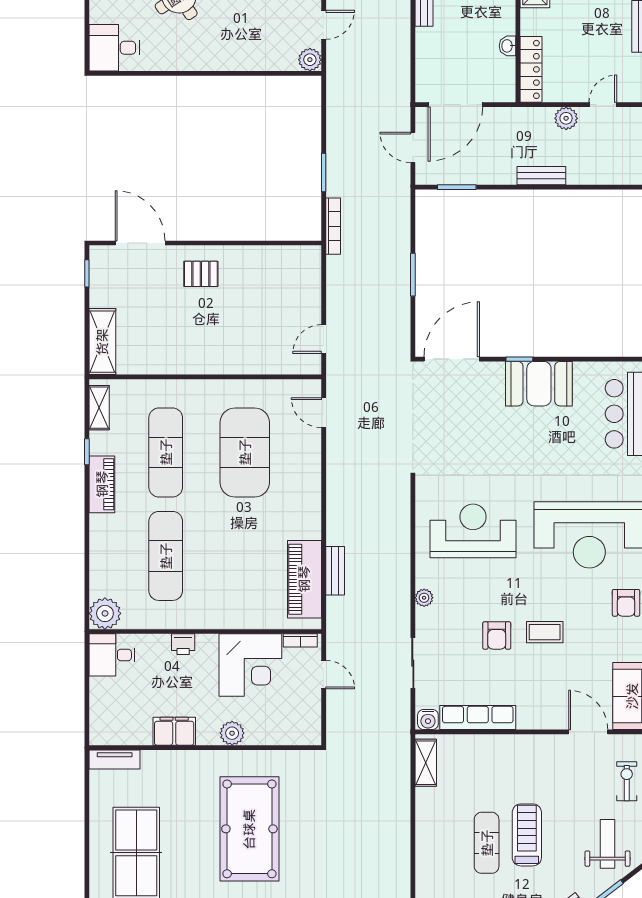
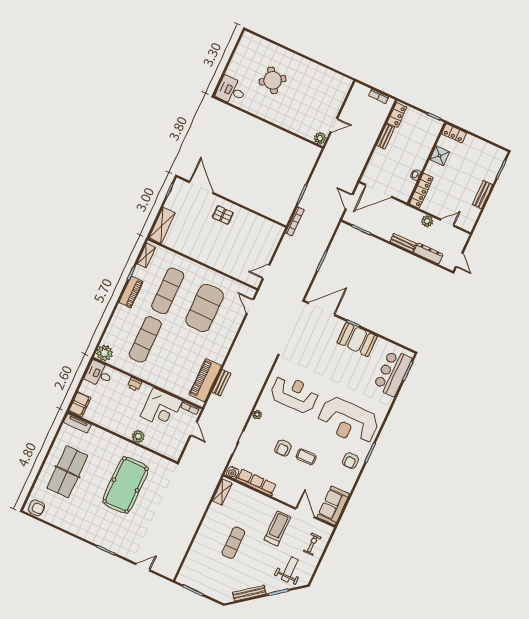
dresser: (594, 174) -> (428, 253), added
filing cabinet: (174, 731) -> (80, 404), moved, turned 90
treadmill: (527, 835) -> (277, 529), moved

